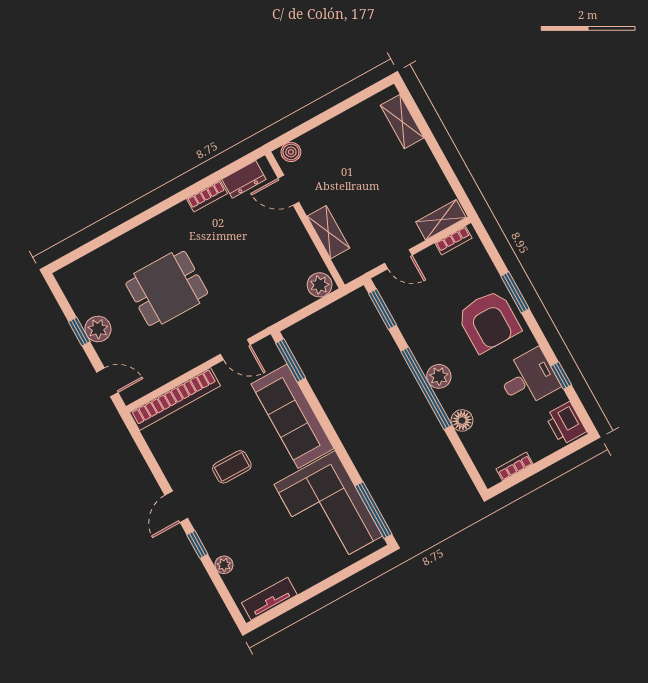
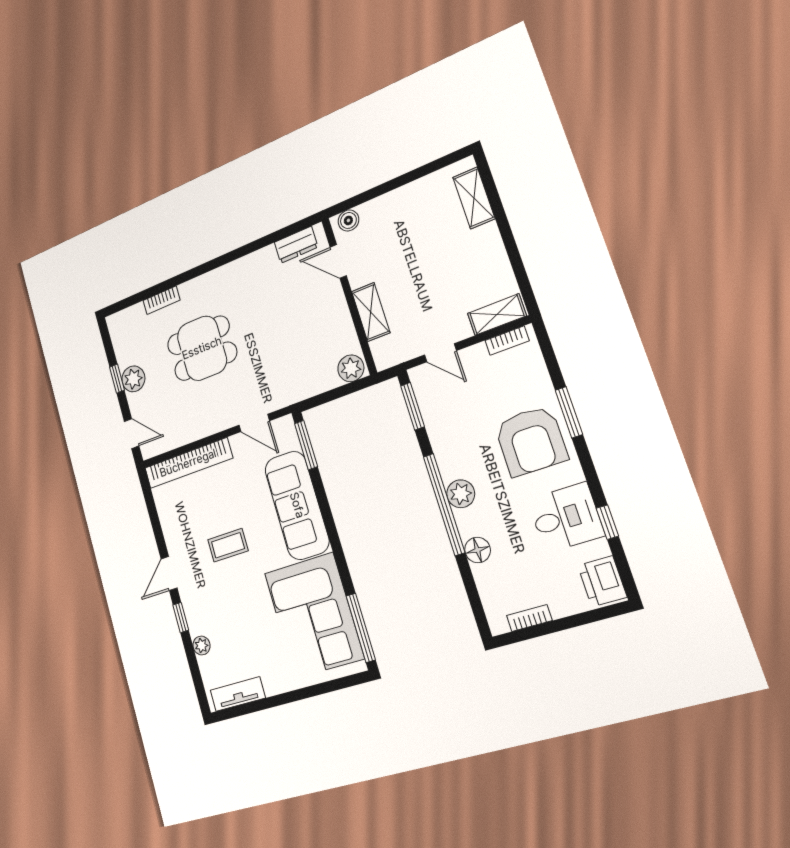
bookcase: (207, 196) -> (162, 300), moved

